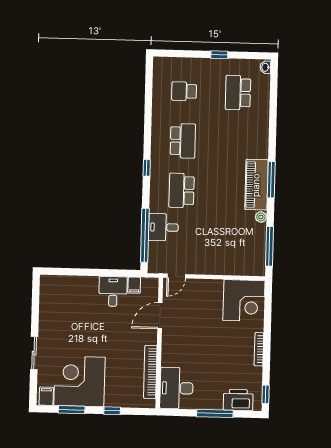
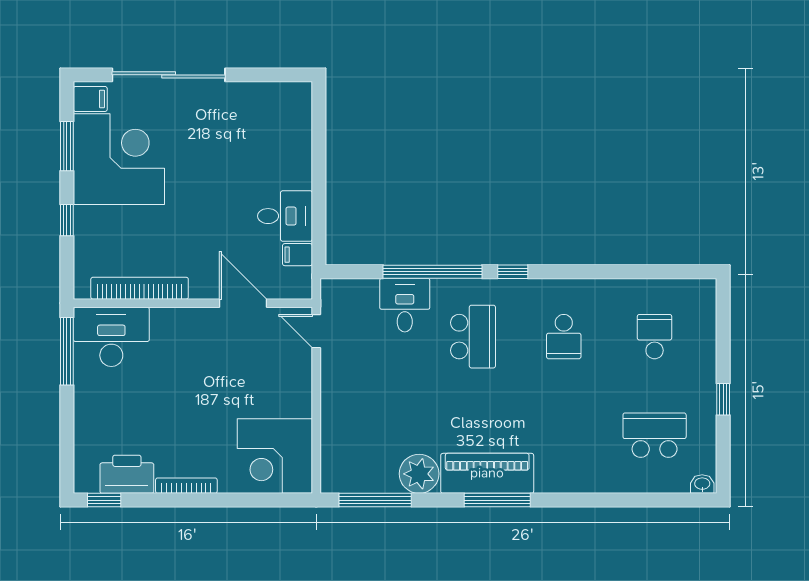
school desk: (183, 141) -> (564, 337), width x0.54
school desk: (182, 190) -> (473, 337), turned 90
plant: (261, 217) -> (419, 474), width x1.88, depth x1.88
window: (145, 235) -> (432, 272), moved
sliding door: (34, 353) -> (169, 75), width x1.86
printer: (238, 400) -> (127, 474), moved, turned -90
window: (215, 413) -> (67, 351), moved

